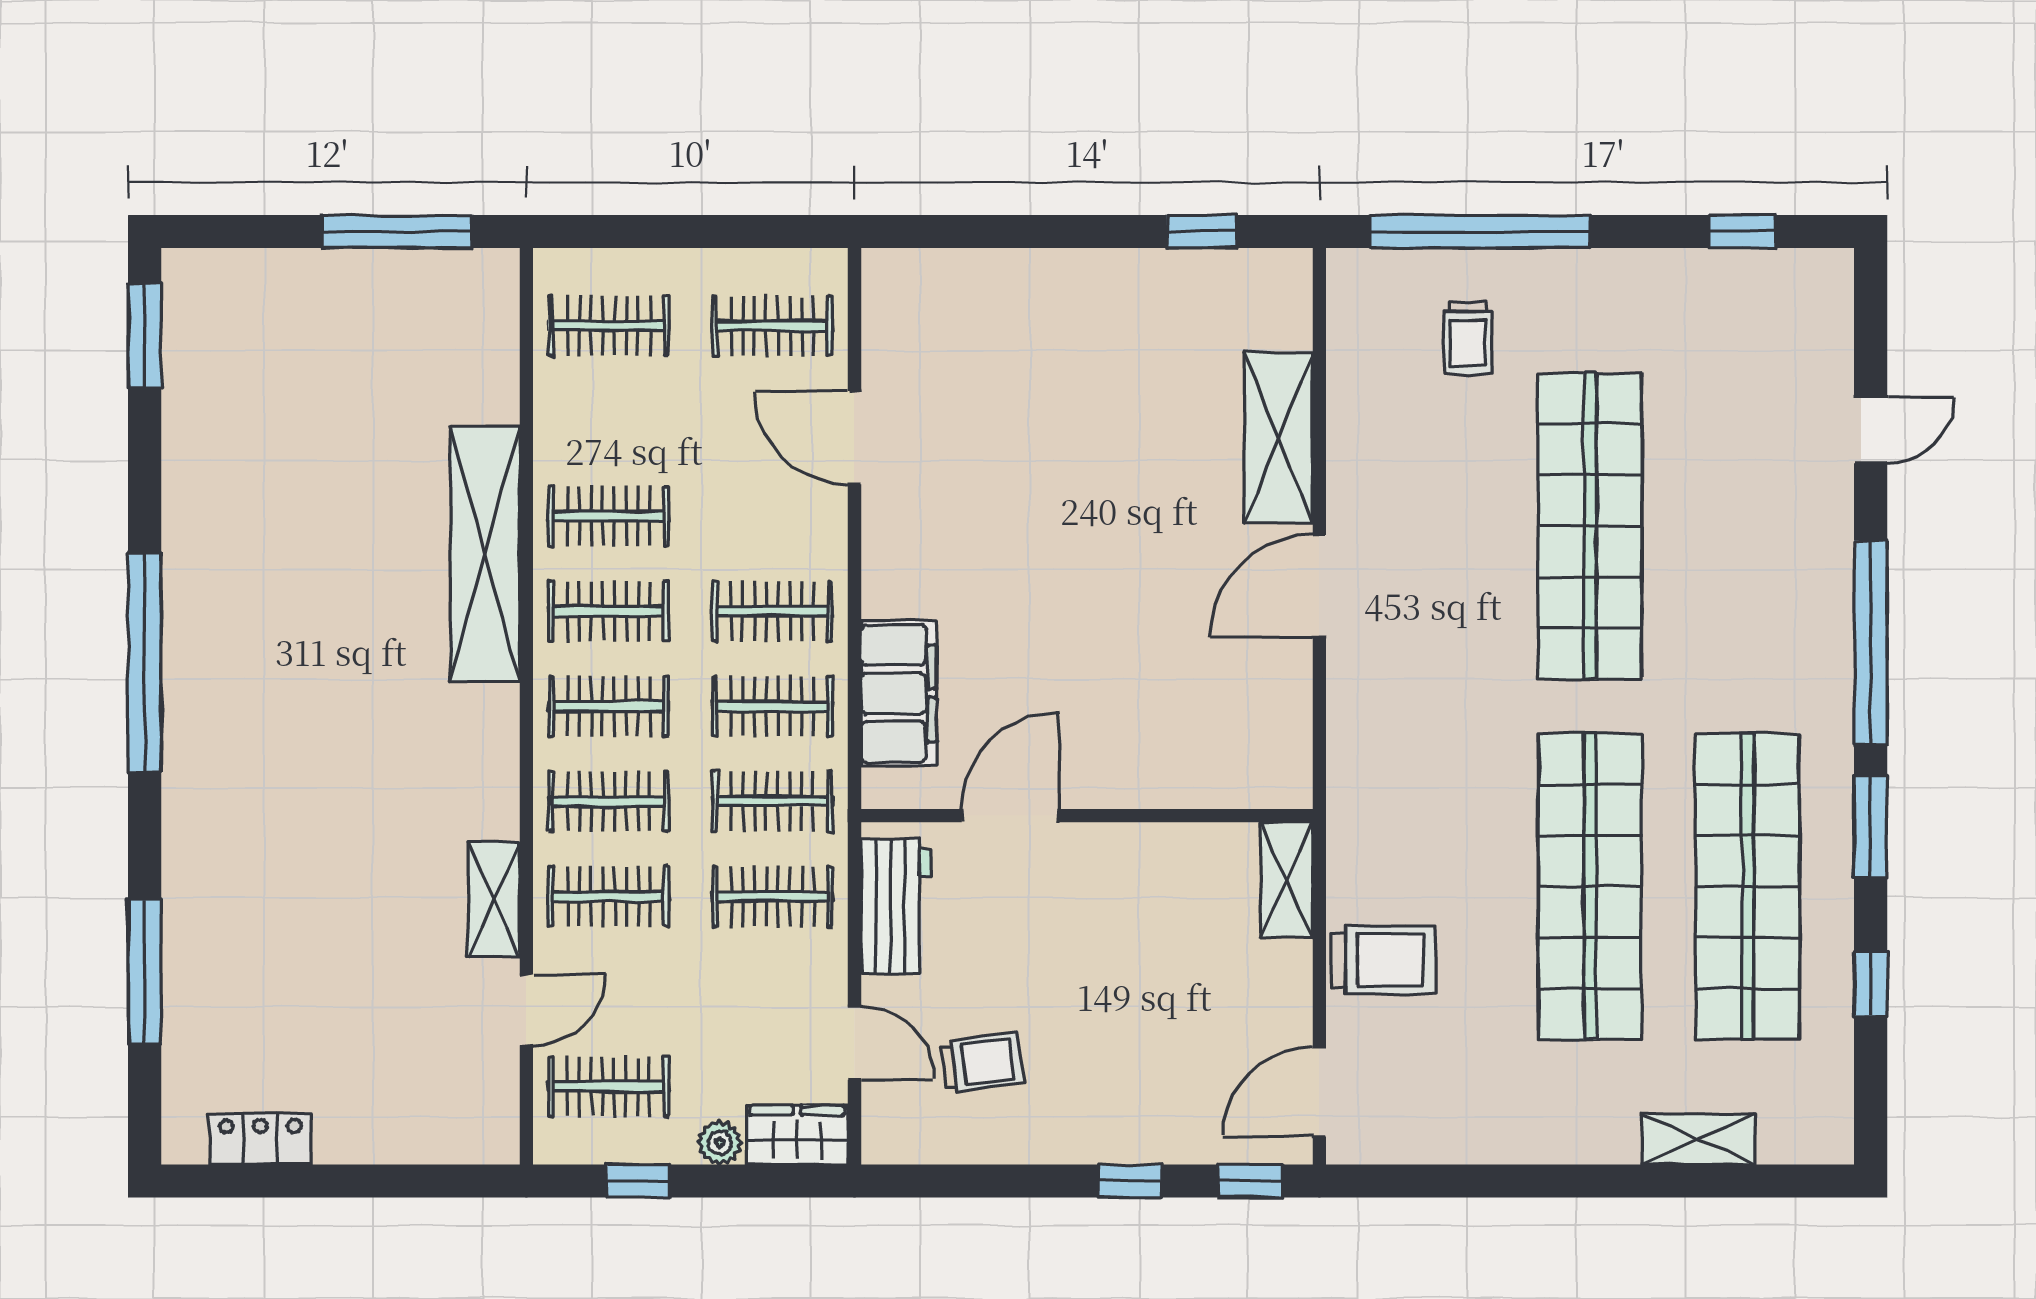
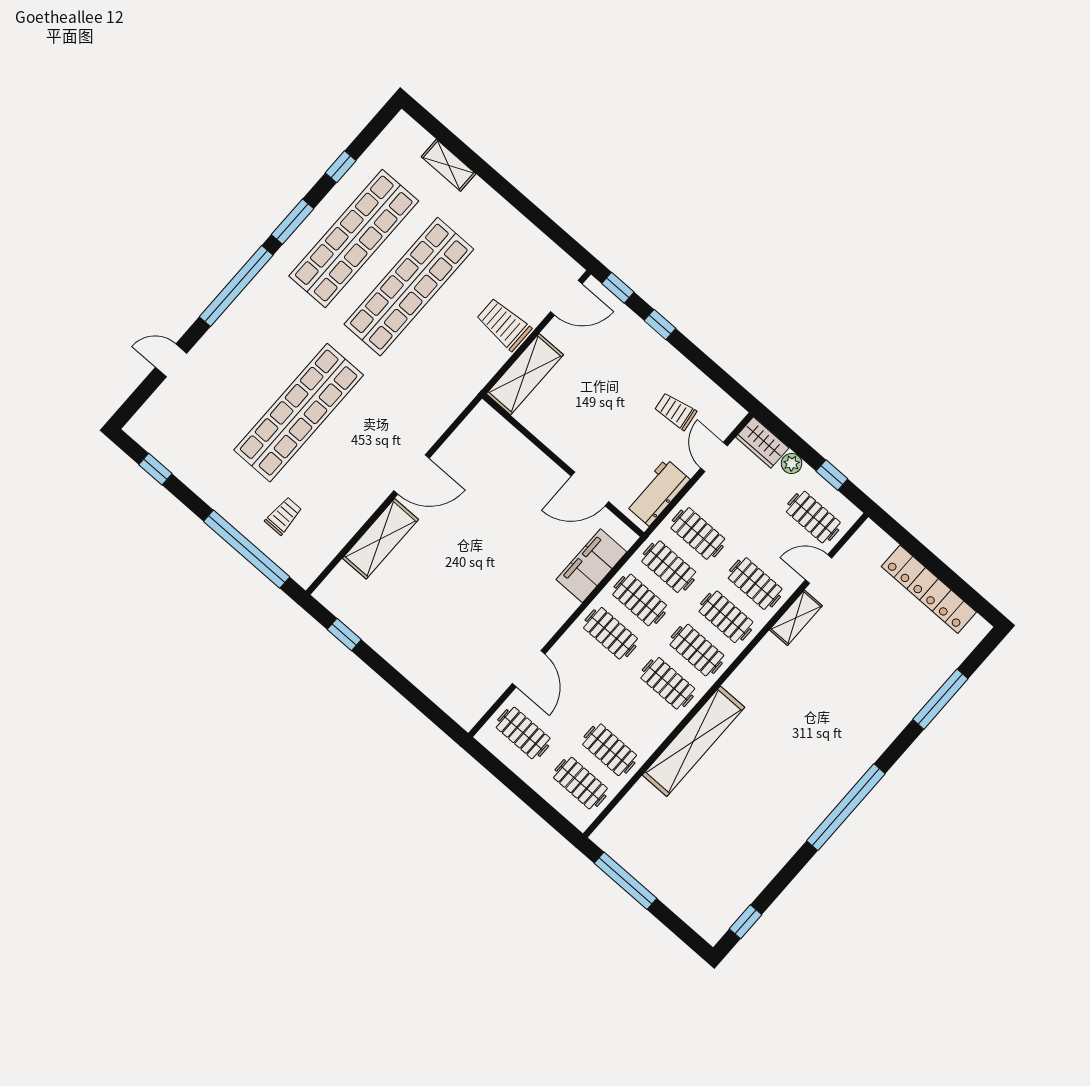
window: (145, 335) -> (746, 922), width x0.67
clothes rail: (609, 516) -> (610, 750), moved
shelving: (1287, 880) -> (525, 374), width x1.50, depth x1.33
locker: (260, 1139) -> (929, 589), width x2.16, depth x1.21

